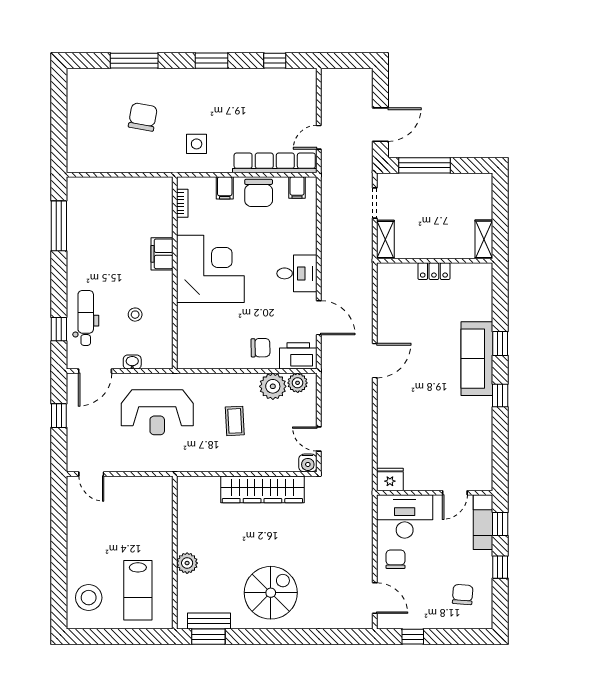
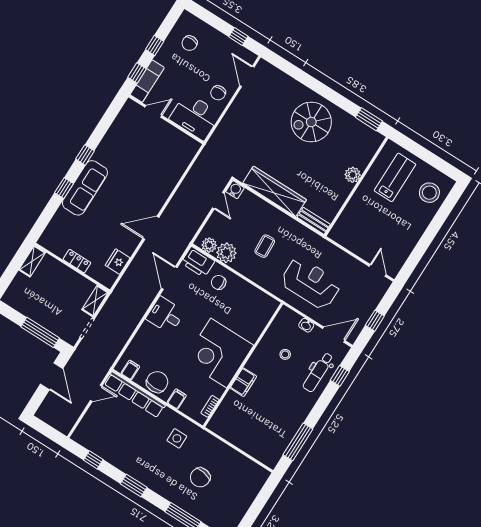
door: (380, 125) -> (52, 376), swing flipped
fridge: (390, 479) -> (118, 262), moved, turned 90
bench: (209, 621) -> (314, 221), moved

